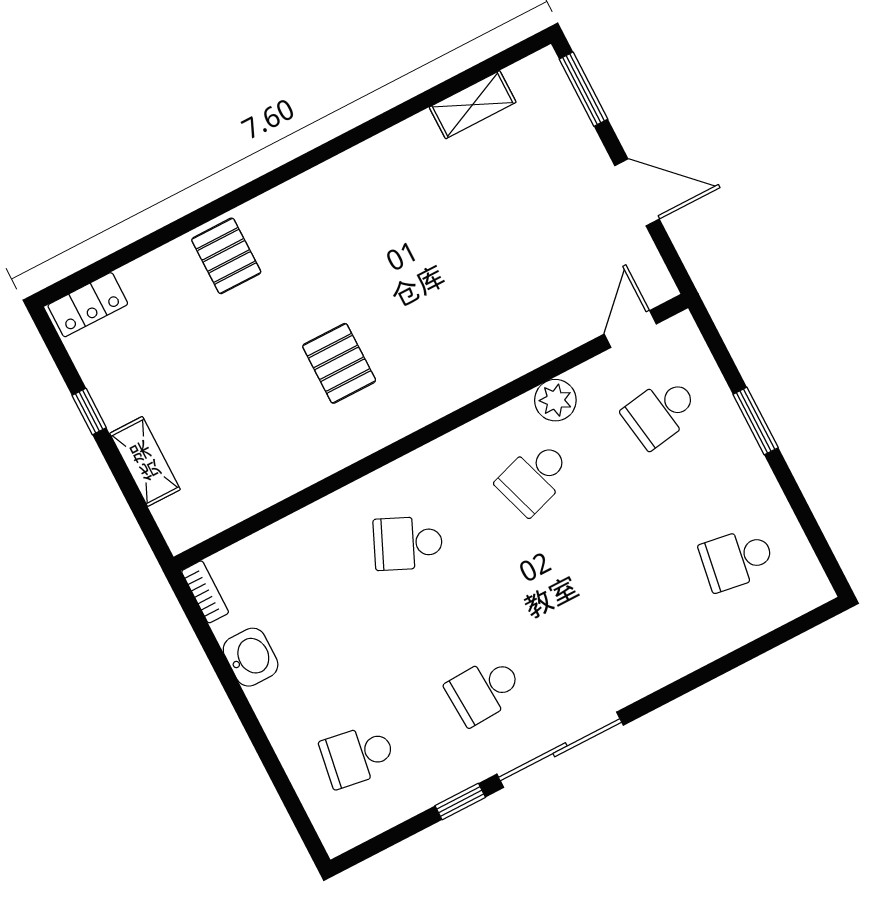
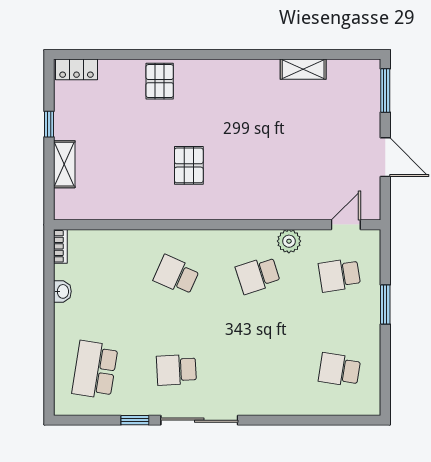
shelving: (473, 105) -> (303, 69), moved
washbasin: (251, 657) -> (62, 291), width x0.72, depth x0.69
school desk: (358, 756) -> (95, 370), width x1.85

